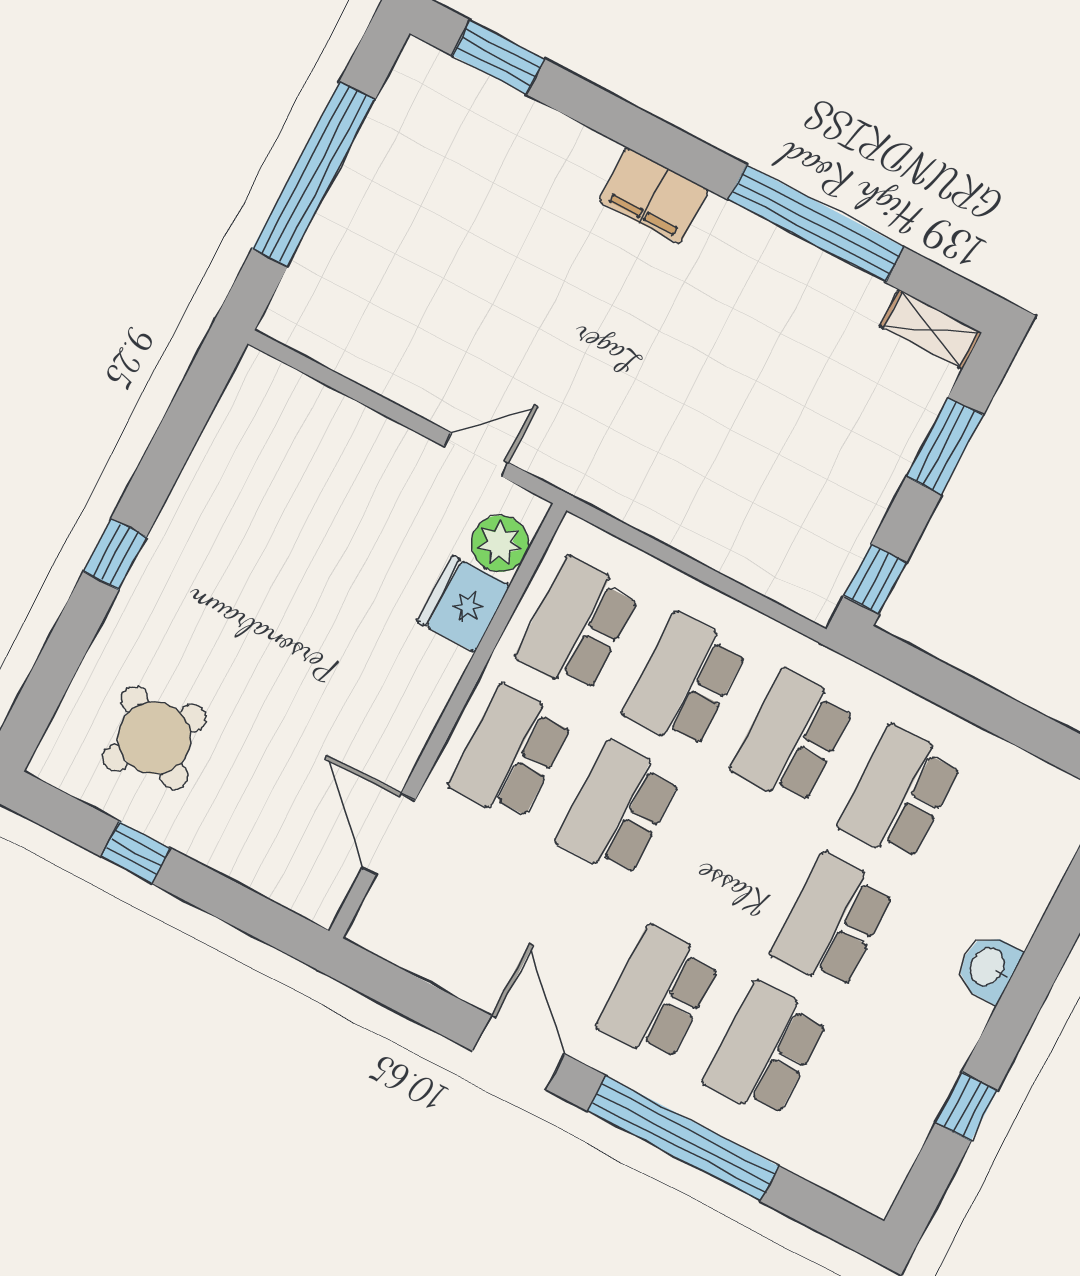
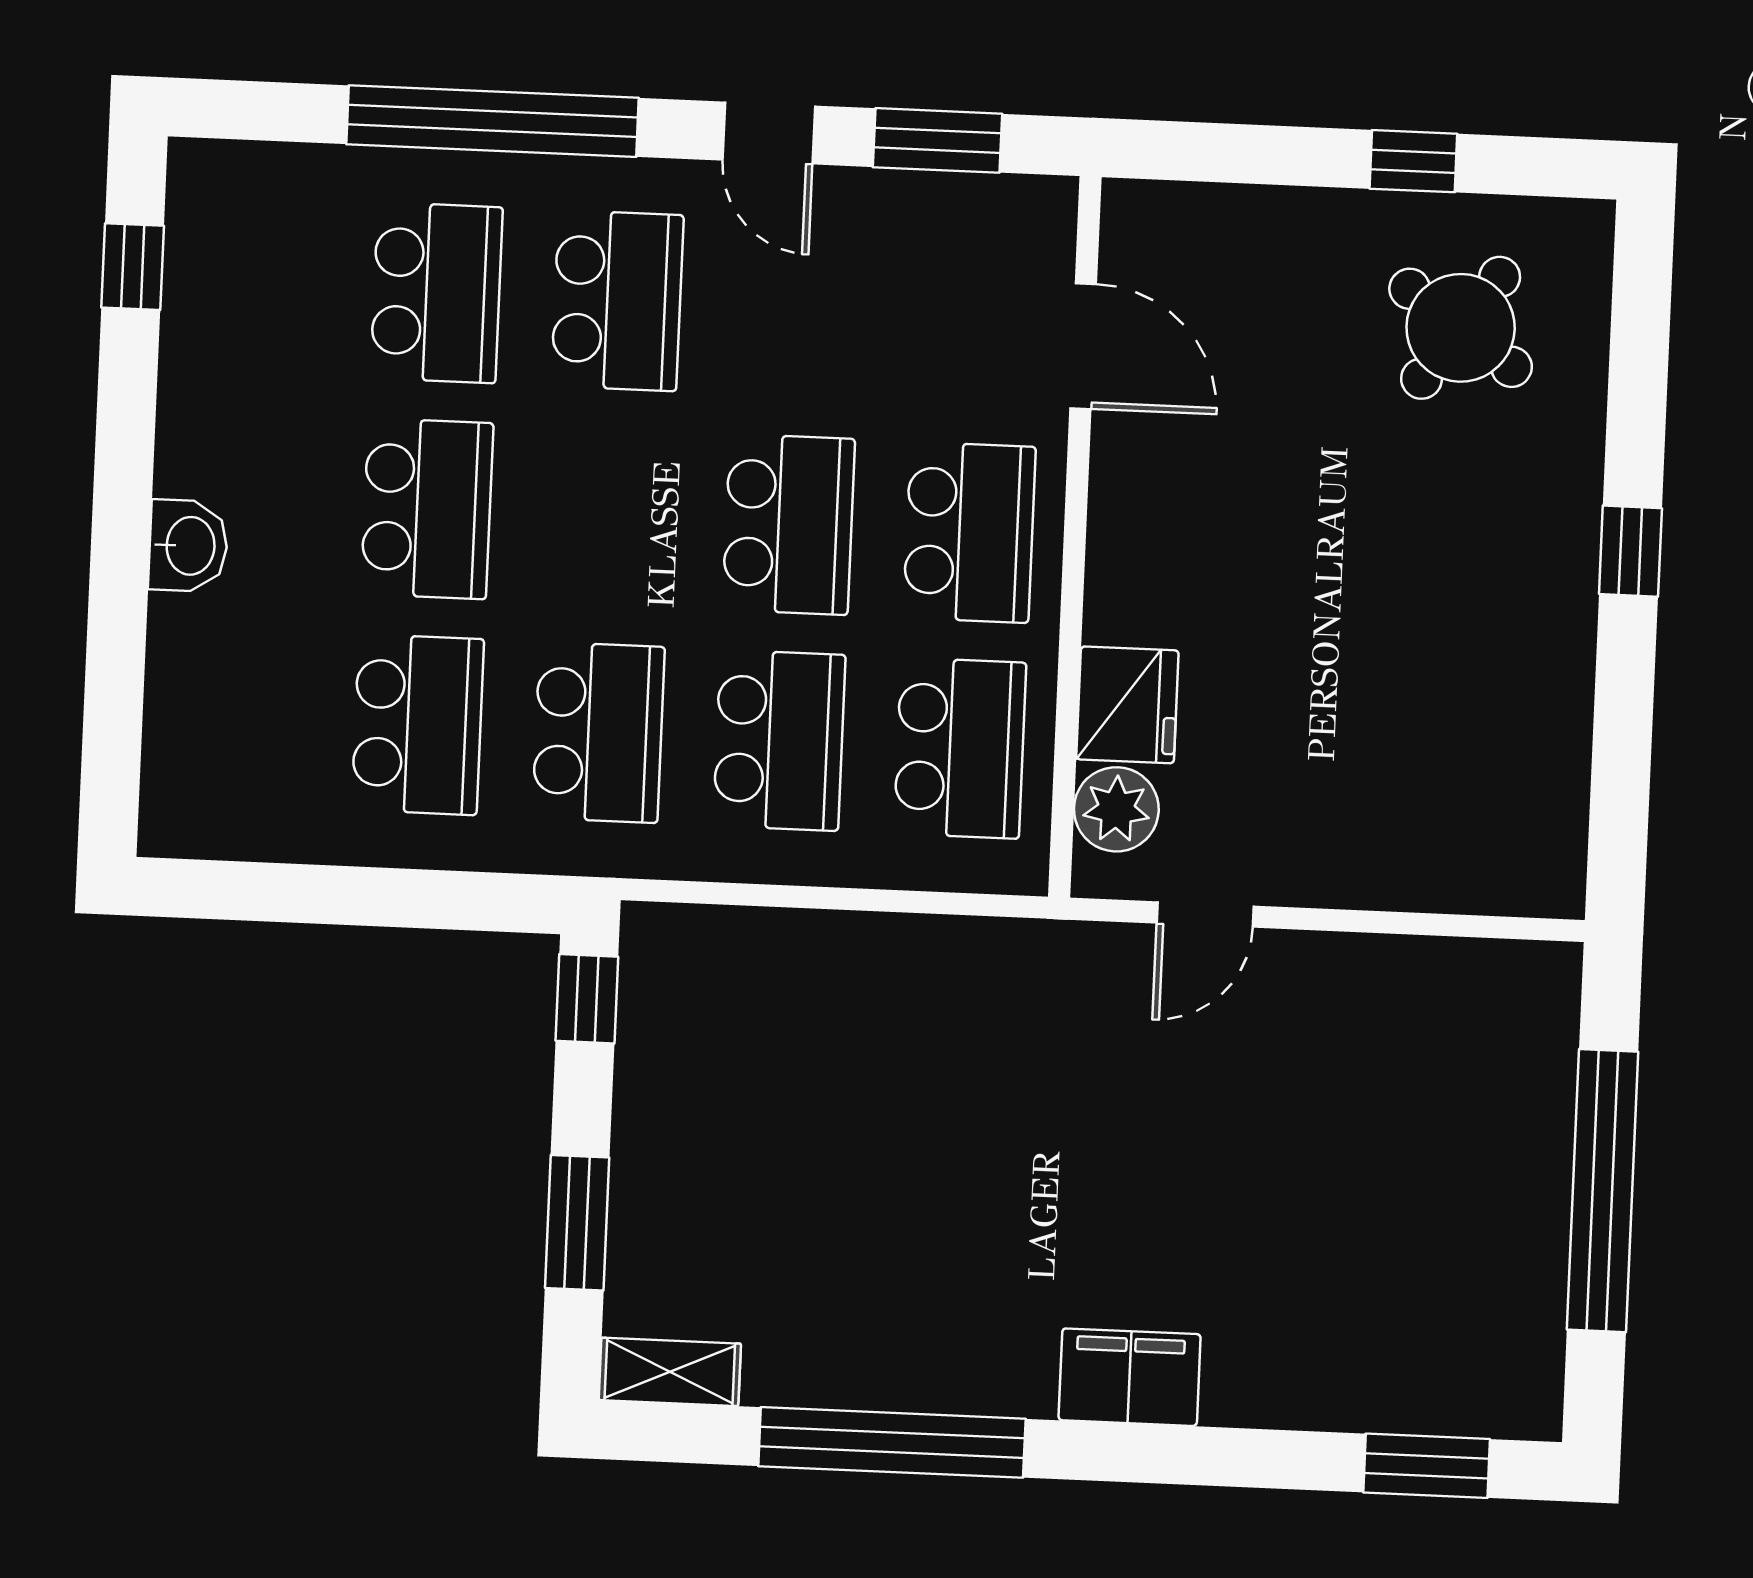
window: (418, 1000) -> (937, 140), added
door: (519, 1053) -> (769, 133), width x0.73
window: (966, 1107) -> (133, 267), moved

